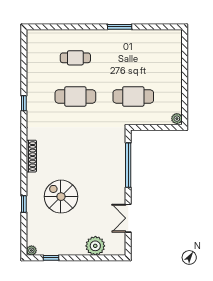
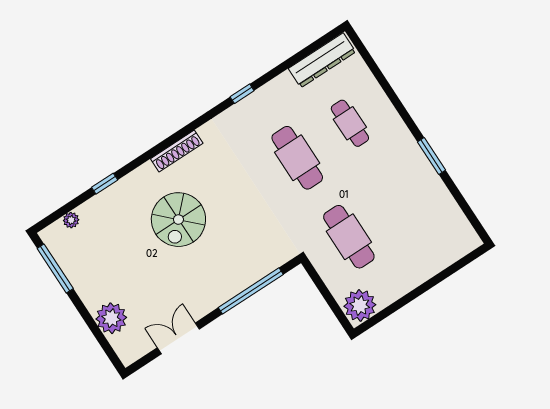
dresser: (34, 51) -> (322, 60), added
plant: (177, 119) -> (360, 305), width x1.88, depth x1.88
spiral stairs: (61, 197) -> (178, 220), moved, turned 180
plant: (31, 250) -> (71, 220), moved
window: (51, 258) -> (55, 268), width x2.17

